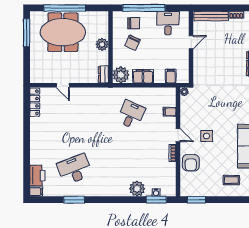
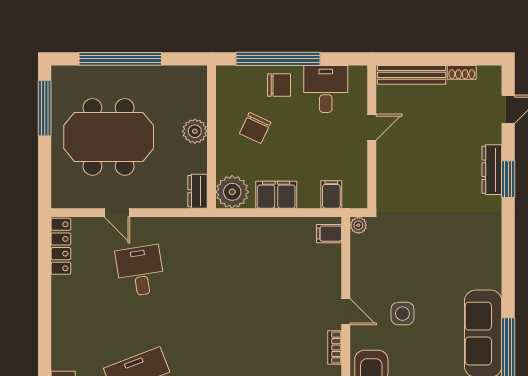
chair: (134, 23) -> (279, 85), moved
meeting table: (63, 32) -> (109, 137), moved
filing cabinet: (170, 112) -> (329, 234), moved
desk: (131, 115) -> (140, 271), moved, turned -33

